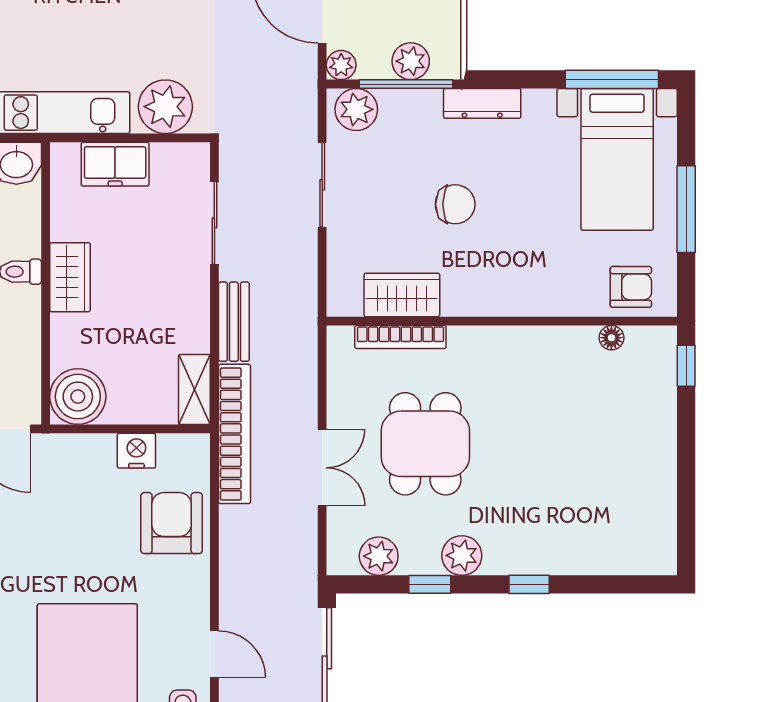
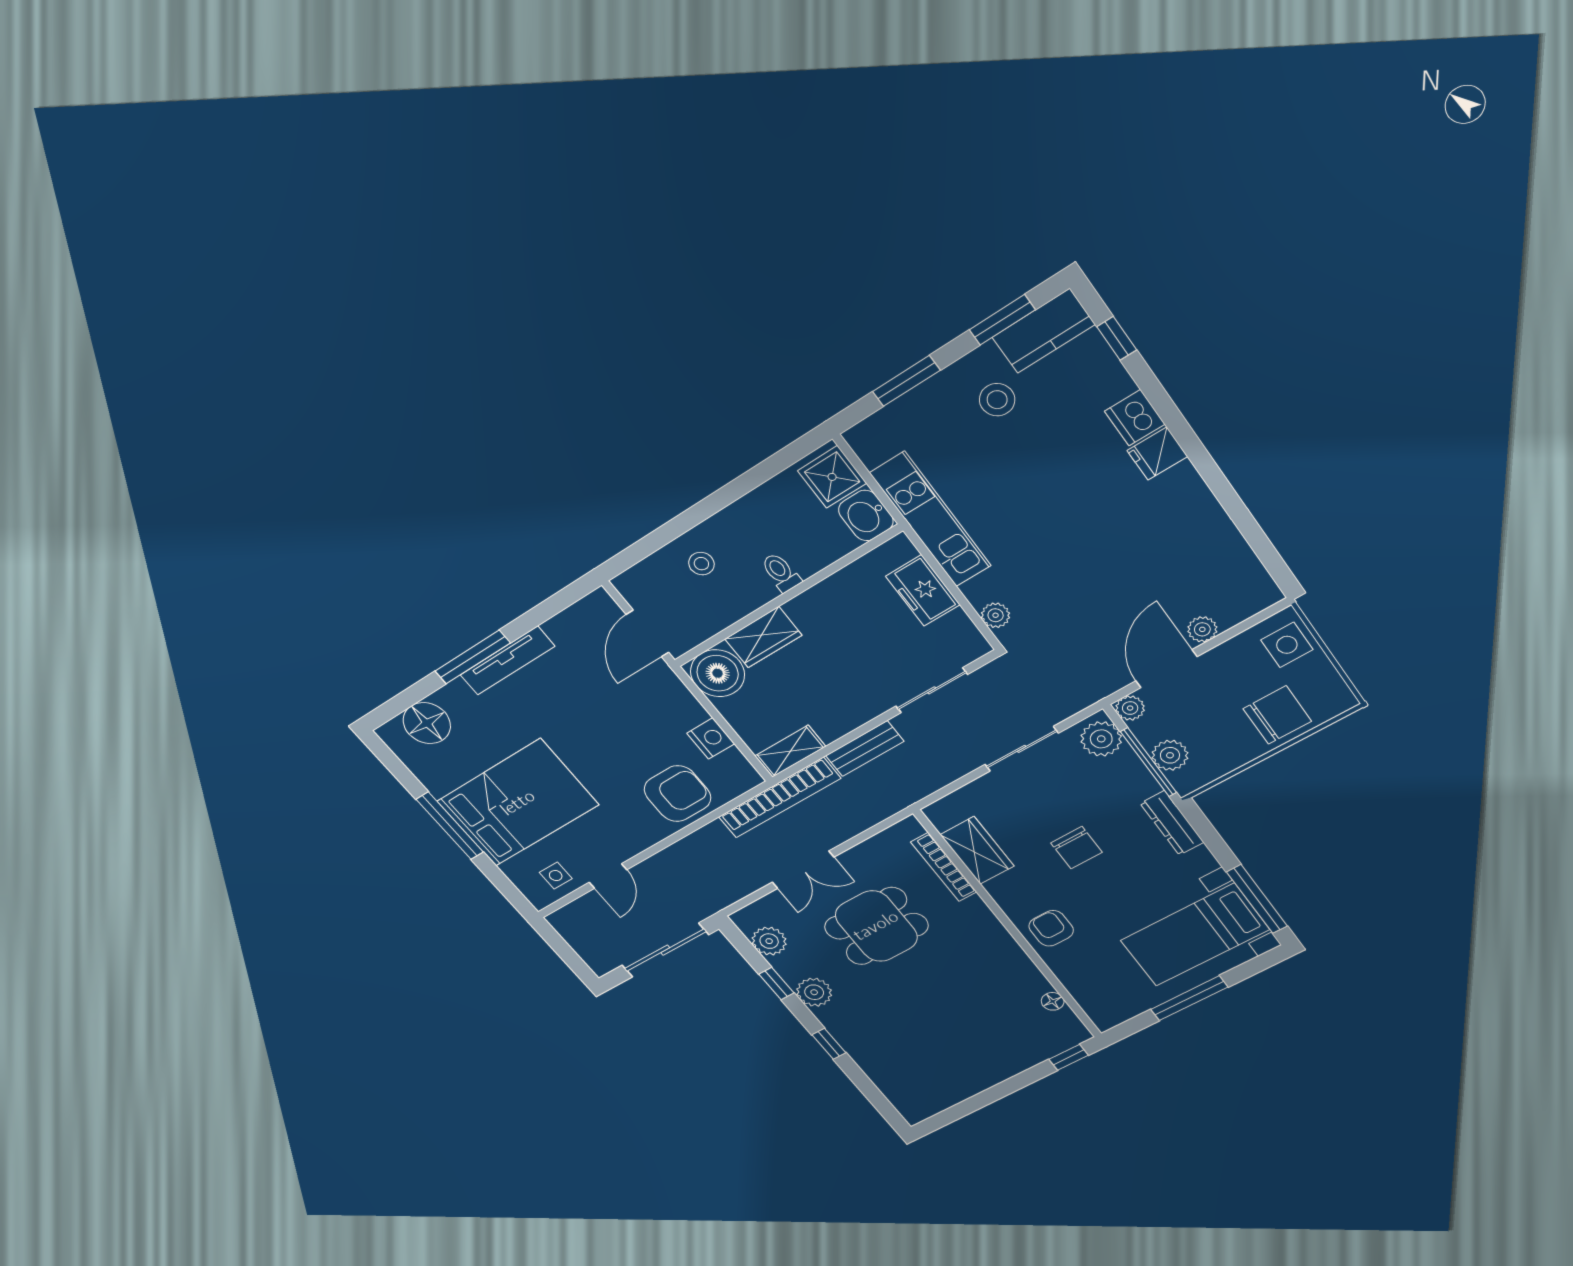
plant: (165, 107) -> (996, 615), width x0.53, depth x0.53
wardrobe: (70, 277) -> (763, 637), moved
armchair: (631, 287) -> (1051, 928), moved, turned 180

